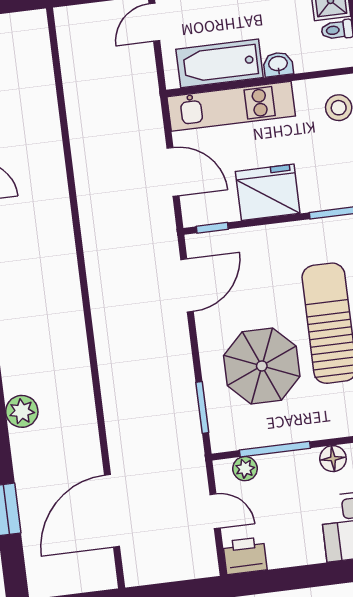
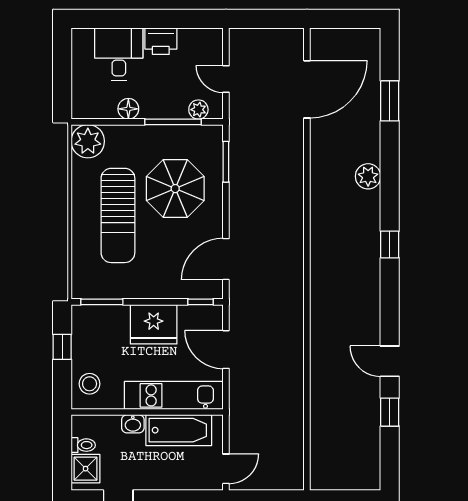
printer: (245, 556) -> (161, 41), moved

